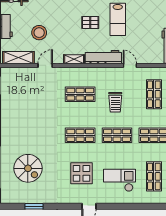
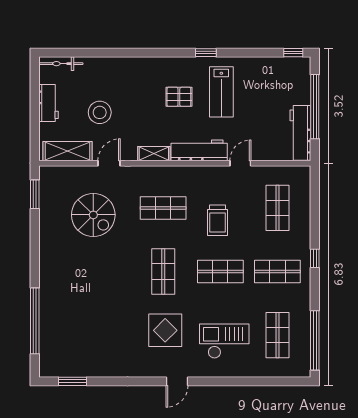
door: (130, 65) -> (240, 163), hinge flipped
shop shelf: (80, 135) -> (163, 271), turned 90
spiral stairs: (28, 168) -> (93, 215), moved
window: (34, 206) -> (72, 381), moved

